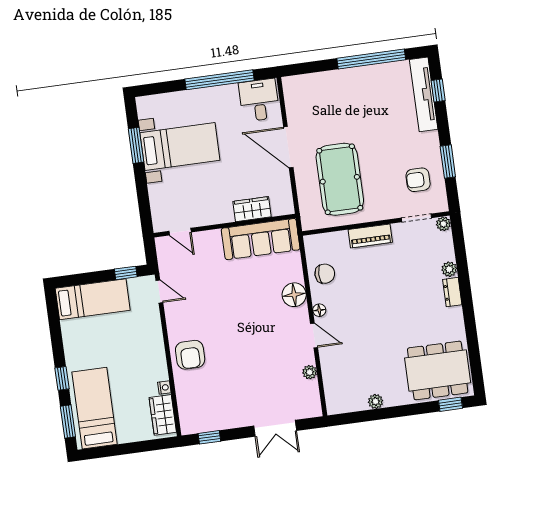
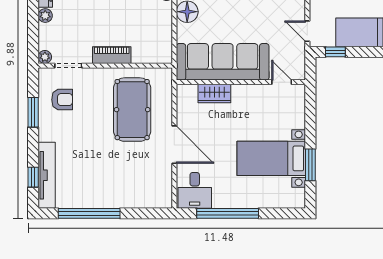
sofa: (261, 239) -> (223, 62), width x1.36, depth x1.27
chair: (325, 274) -> (157, 27), removed

